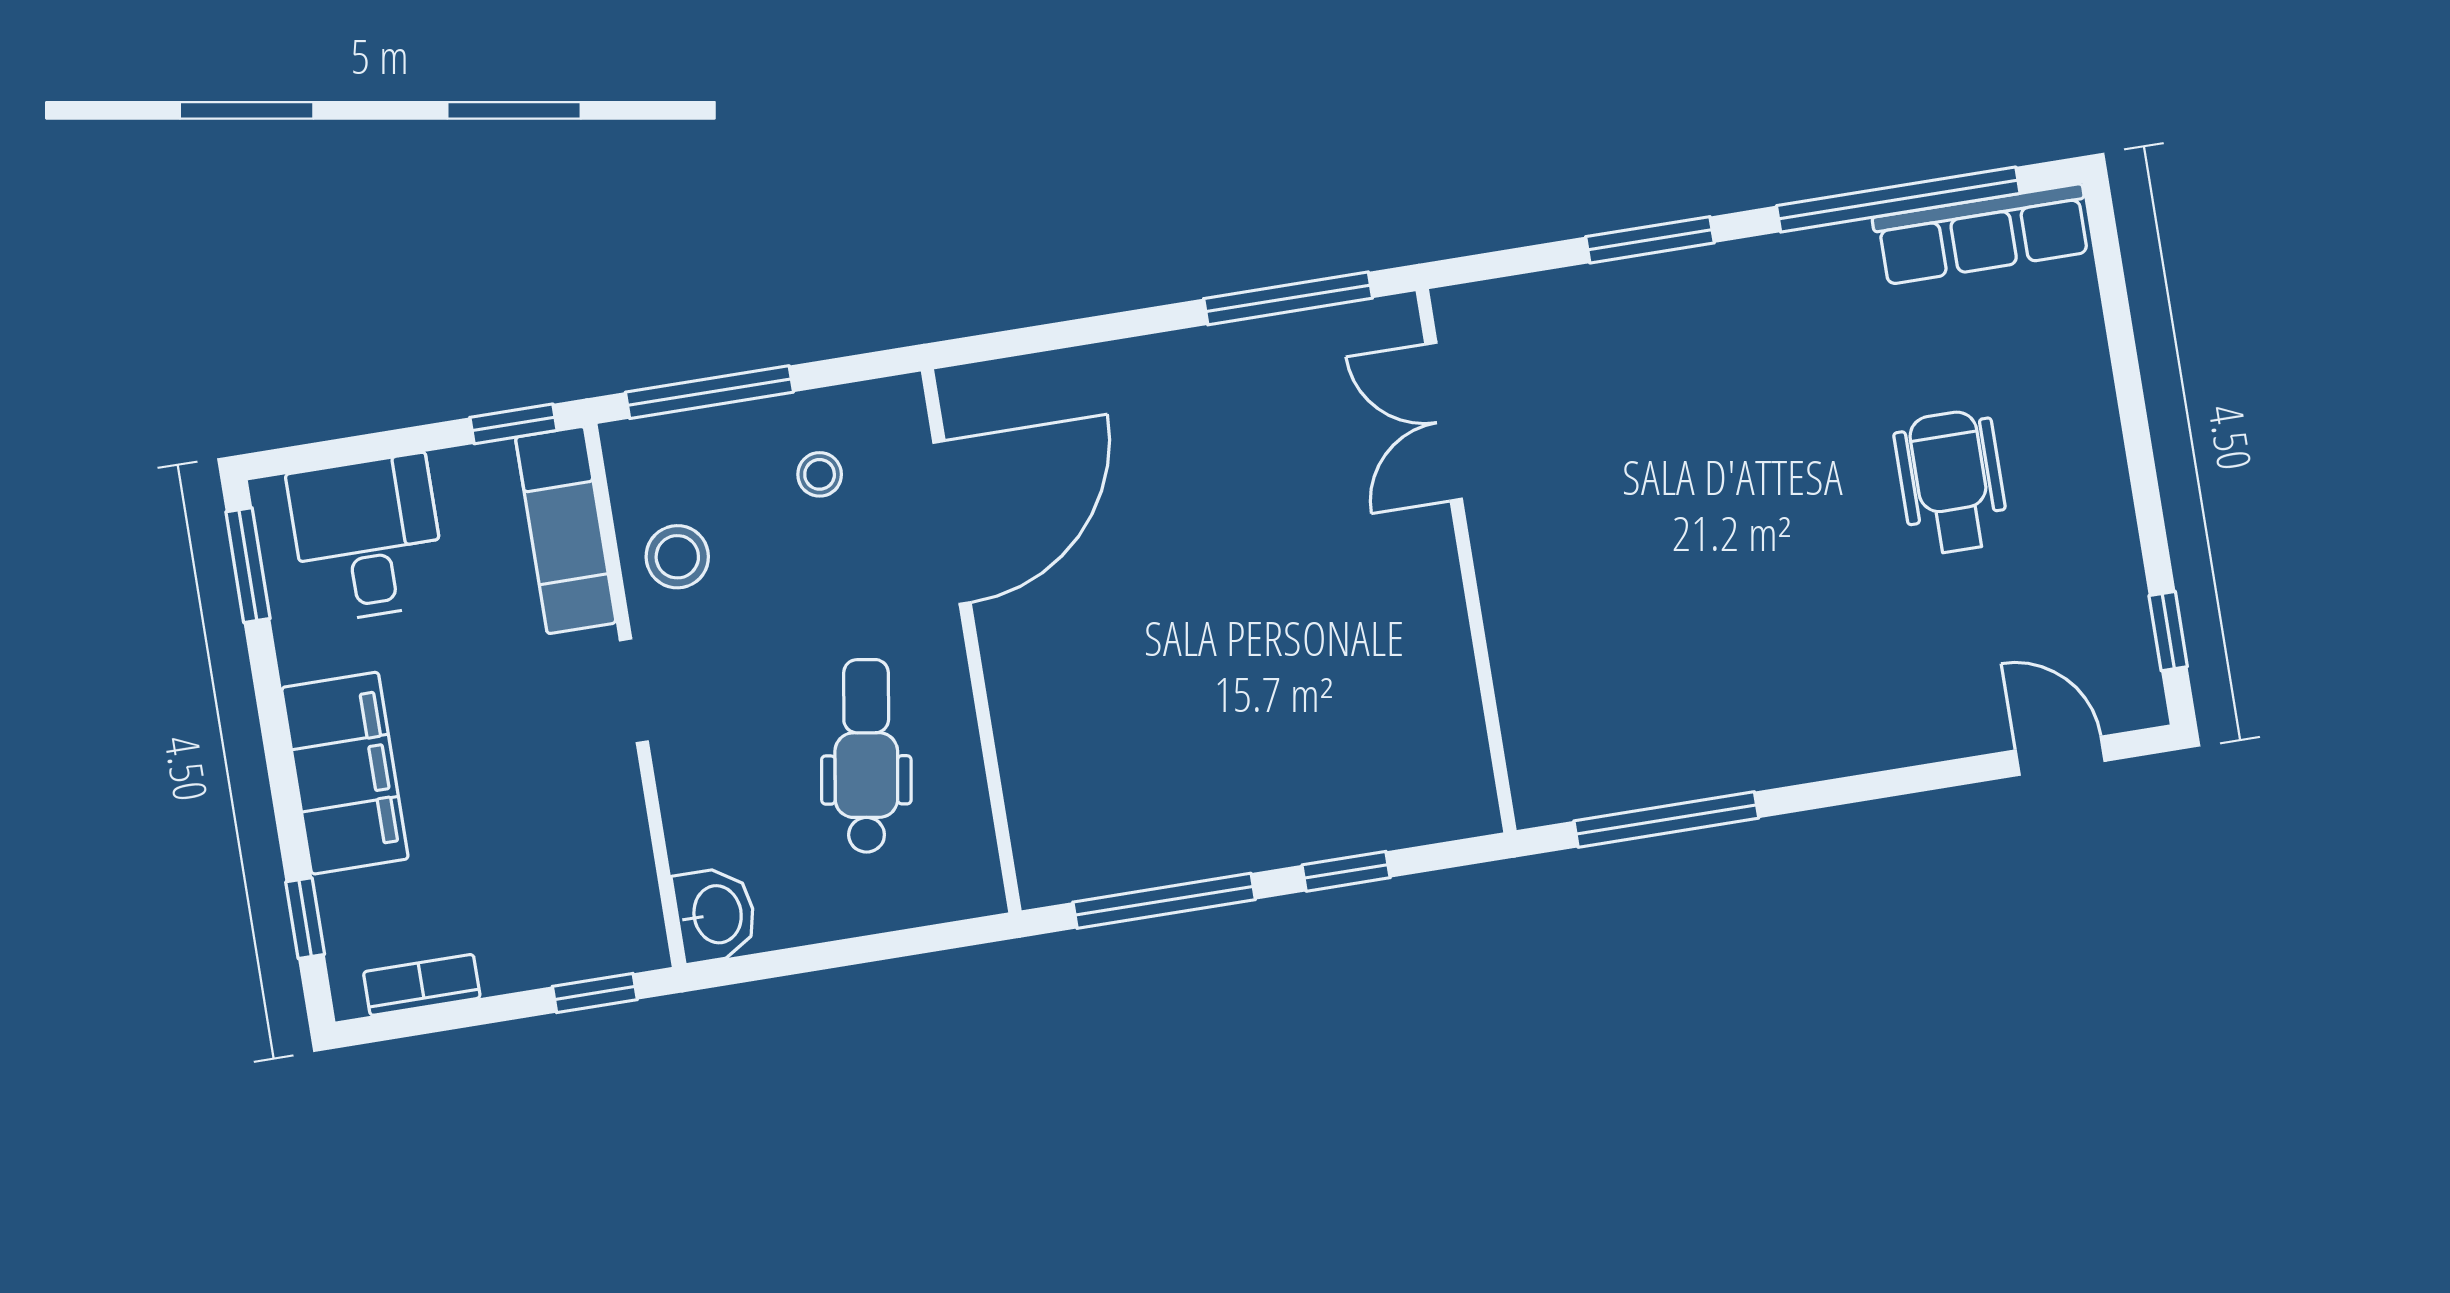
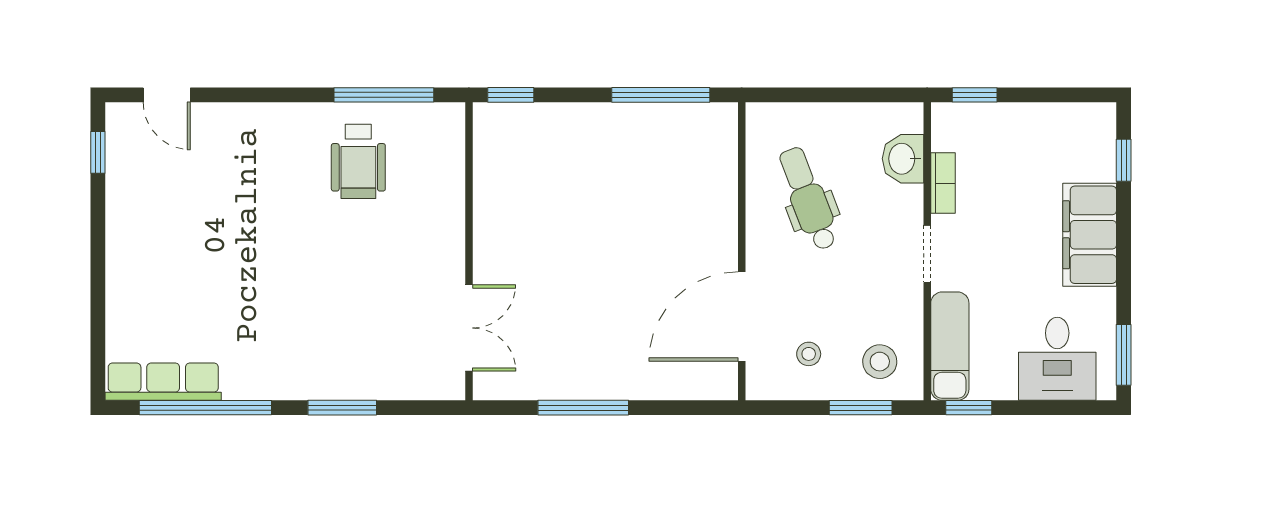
window: (1288, 298) -> (583, 408), moved
window: (709, 392) -> (861, 408), width x0.69
wheelchair: (1951, 482) -> (358, 161), moved
stool: (677, 557) -> (880, 362), moved
dental chair: (866, 756) -> (808, 199), turned 150
window: (1346, 871) -> (511, 95), moved
washbasin: (715, 915) -> (903, 159), moved
bookcase: (422, 985) -> (943, 183), moved, turned -90

